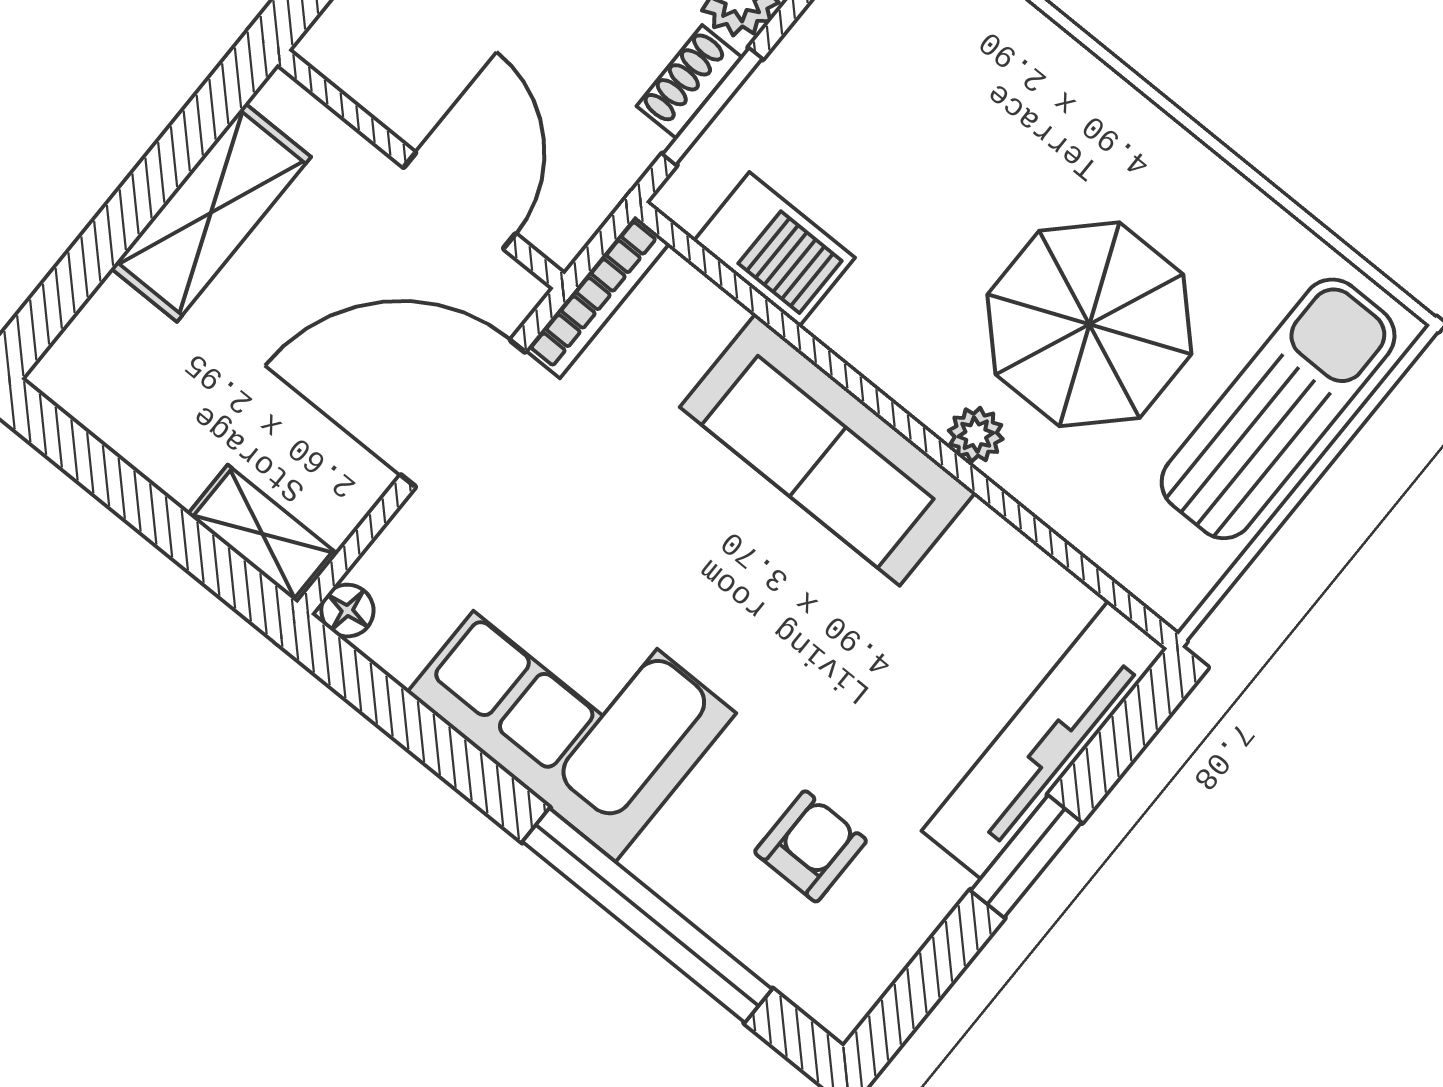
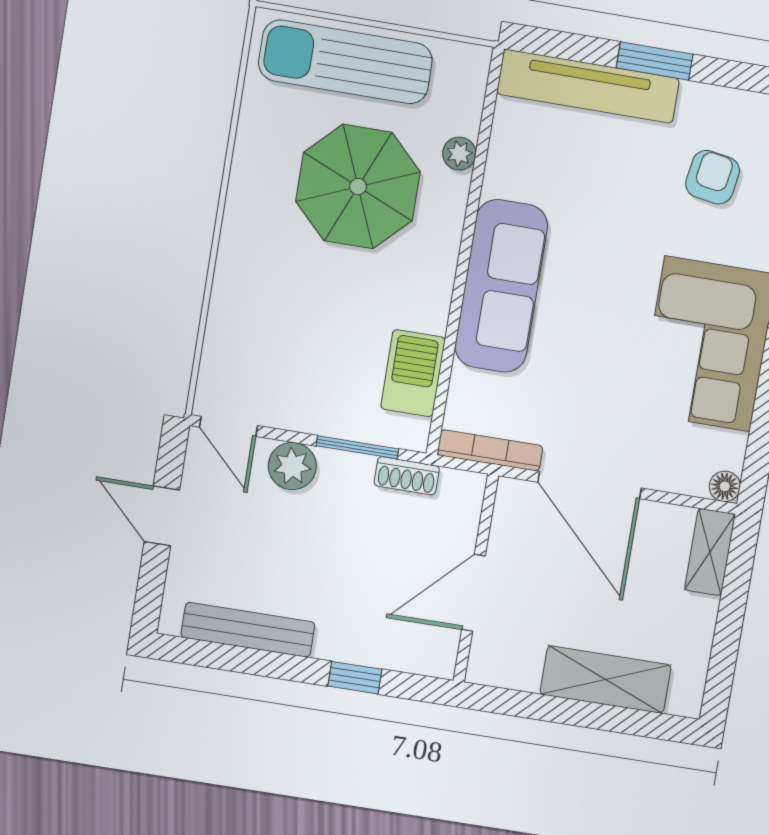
shoe rack: (689, 81) -> (407, 476), moved
door: (460, 201) -> (474, 593), moved
shelving: (211, 213) -> (606, 680), moved
plant: (976, 435) -> (459, 154), moved
armchair: (811, 846) -> (713, 177), turned 99

